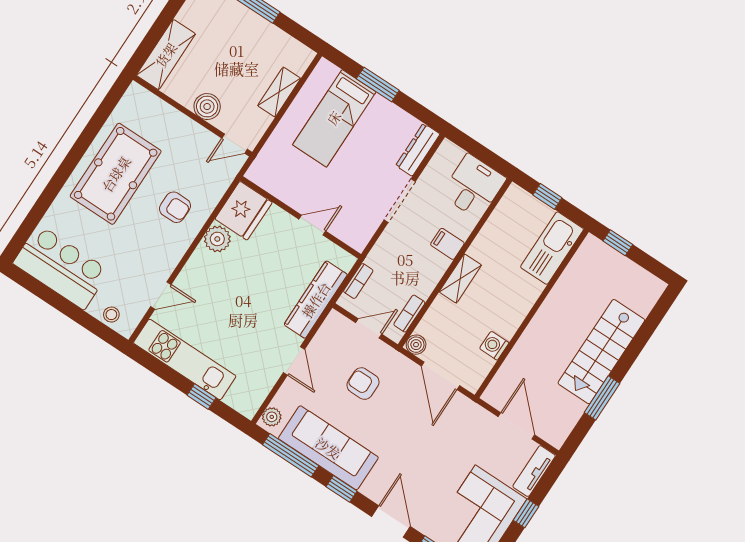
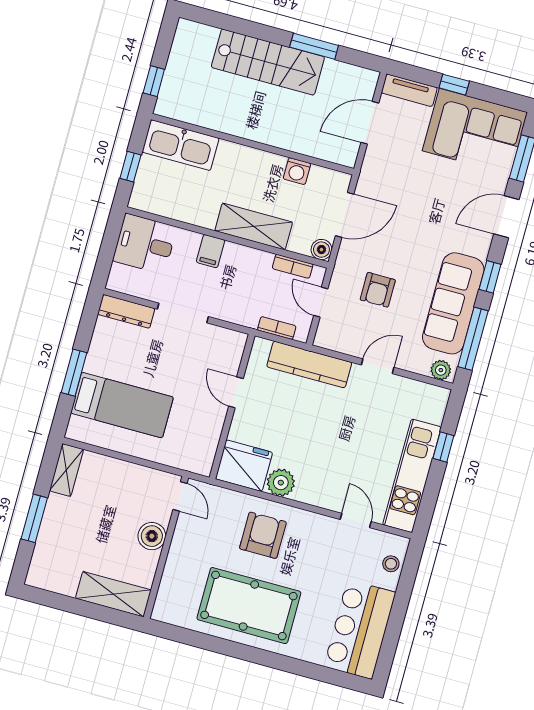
shelving: (279, 92) -> (66, 470), moved, turned 90
armchair: (175, 207) -> (263, 535), width x1.38, depth x1.38
shelving: (460, 279) -> (254, 226), width x1.50, depth x1.33

